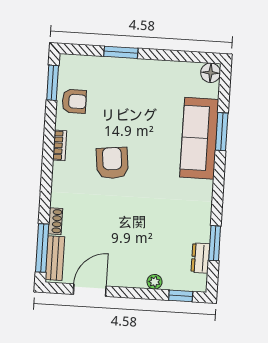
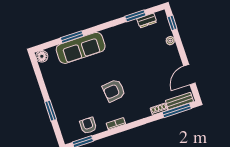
door: (90, 290) -> (189, 75), hinge flipped

